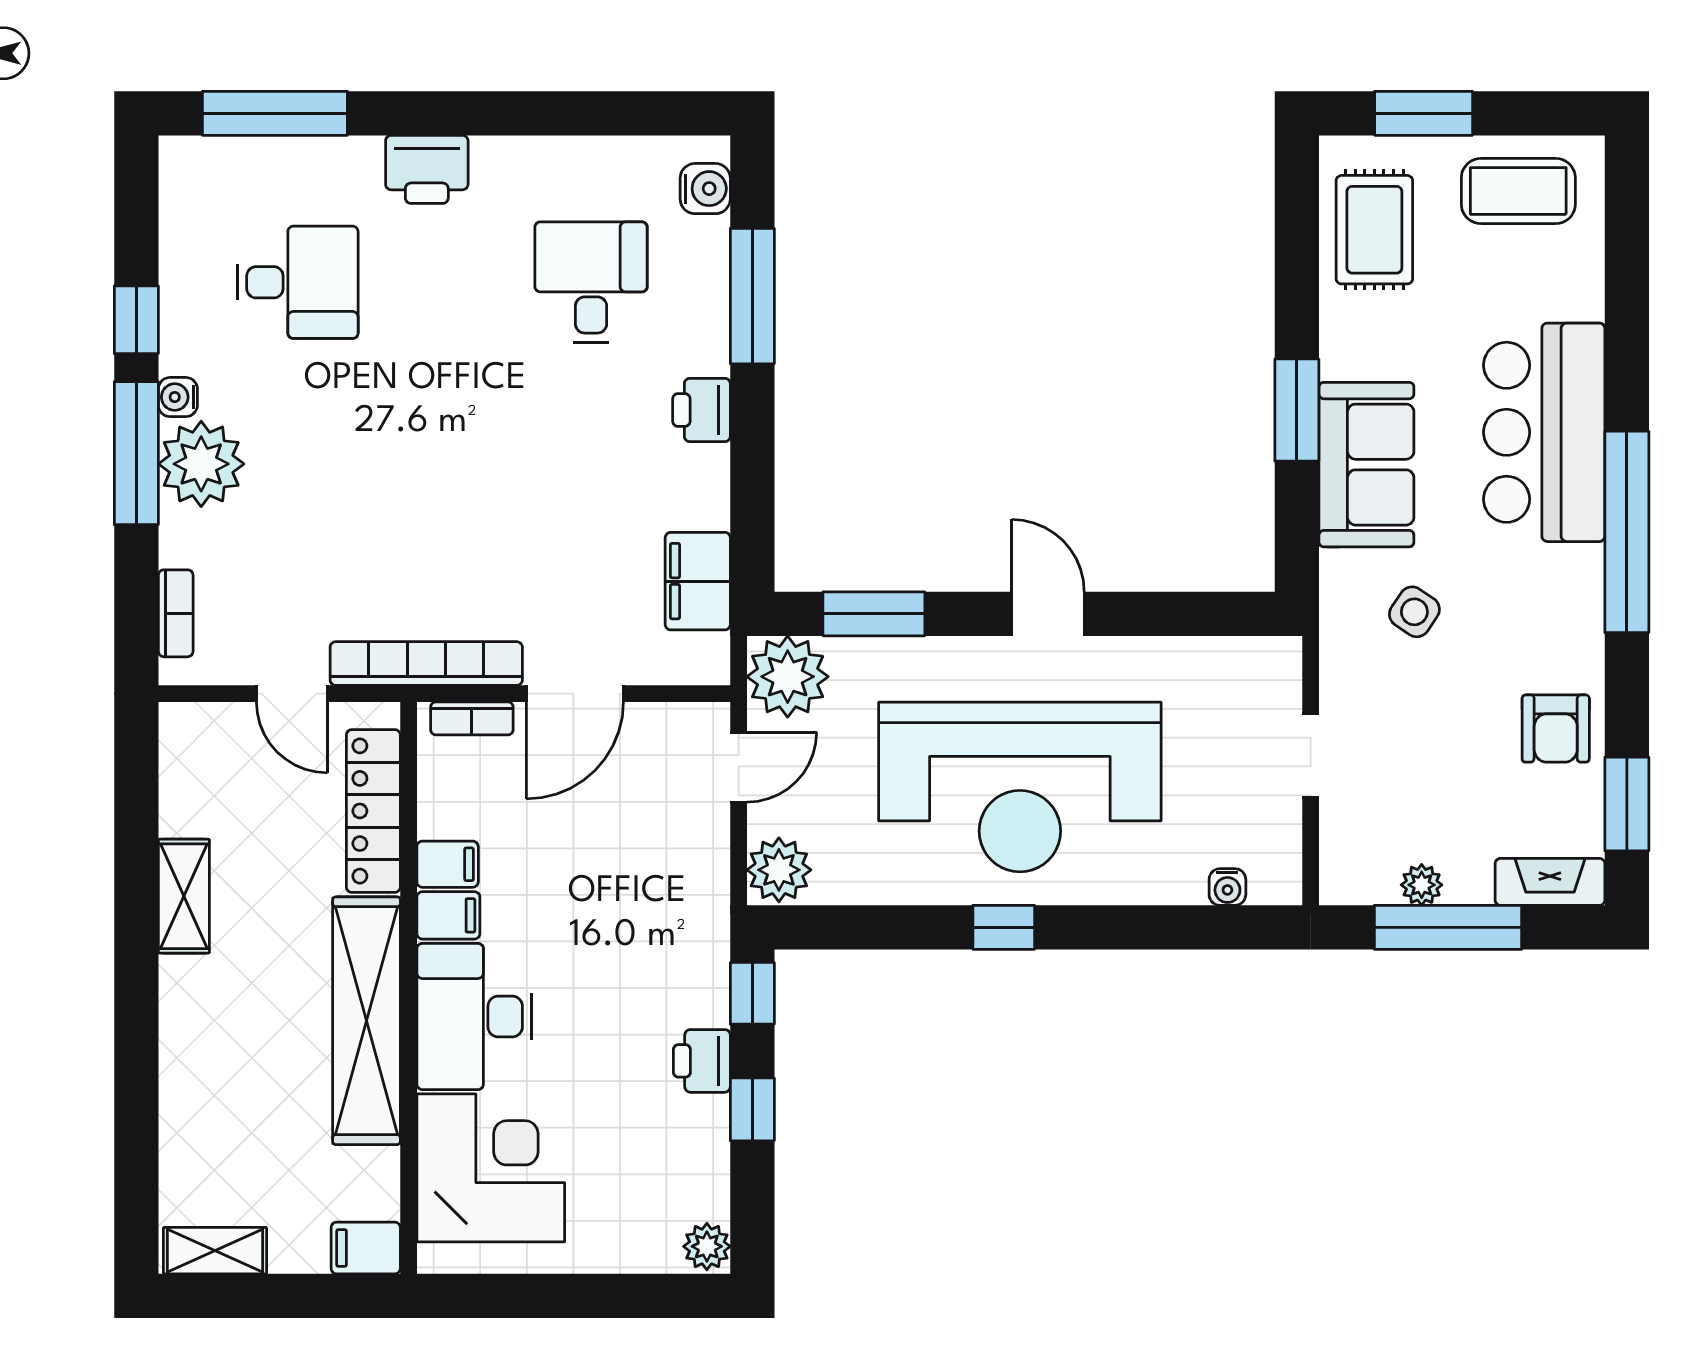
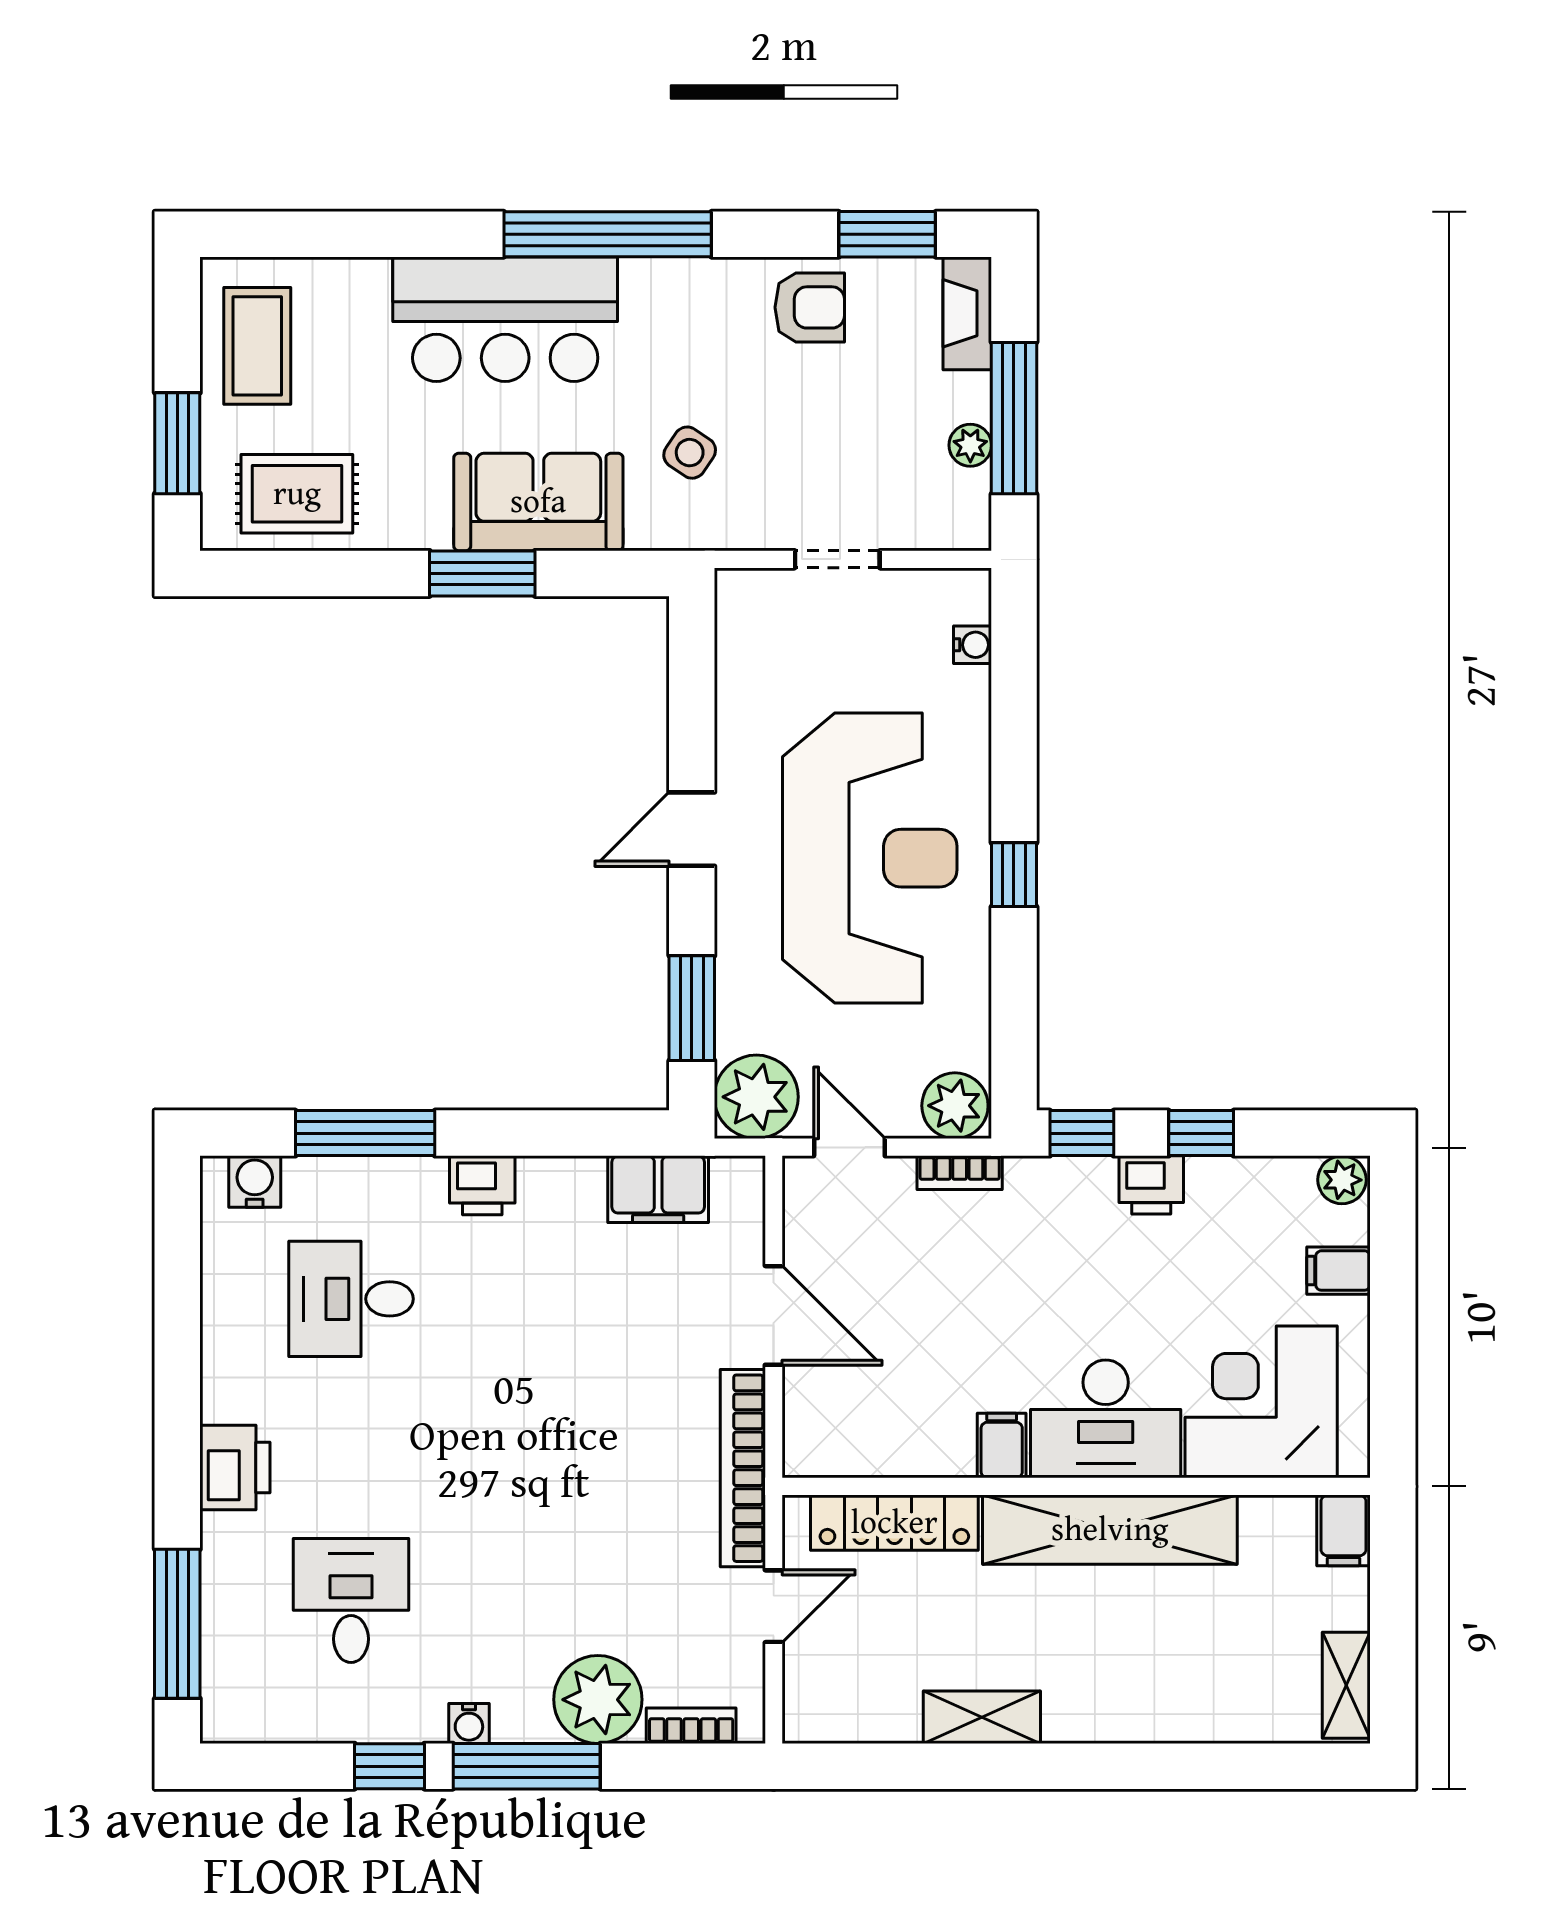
plant: (201, 464) -> (598, 1700), moved
bookcase: (472, 718) -> (960, 1173), moved, turned 90
filing cabinet: (448, 864) -> (1339, 1271), moved, turned -90

